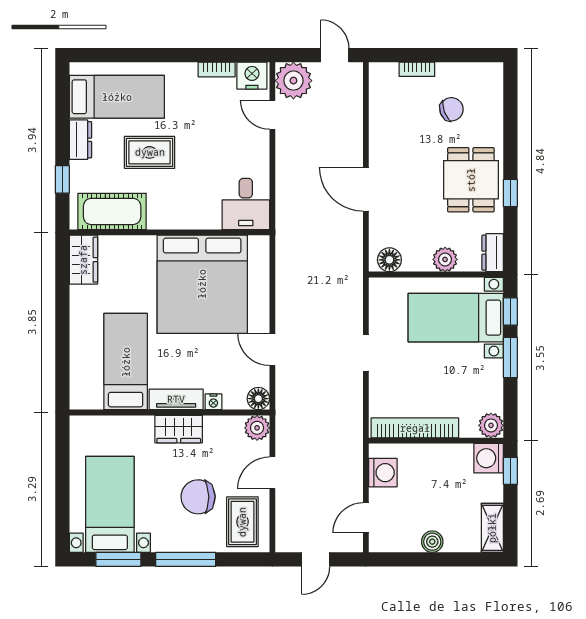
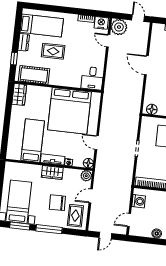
door: (366, 189) -> (146, 65), moved

